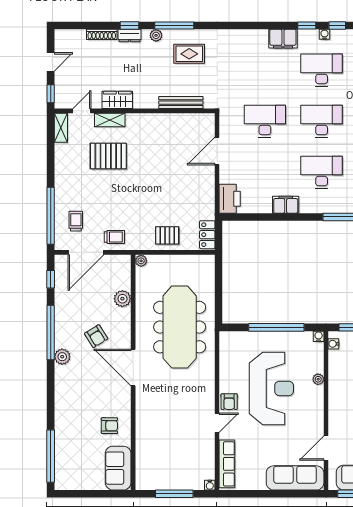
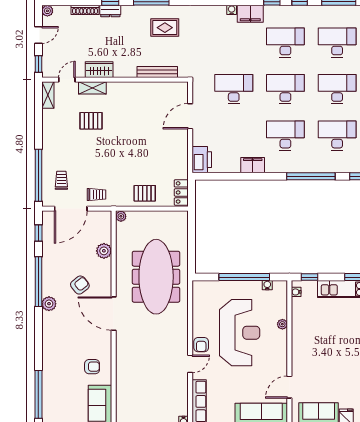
water cooler: (324, 34) -> (232, 10), moved
plant: (156, 35) -> (47, 11), moved
pallet: (108, 156) -> (91, 121), width x0.67, depth x0.71
armchair: (96, 336) -> (80, 285), turned -96
water cooler: (319, 336) -> (267, 285), moved

